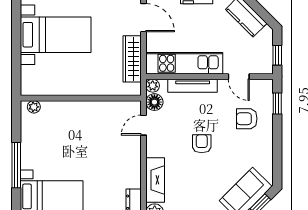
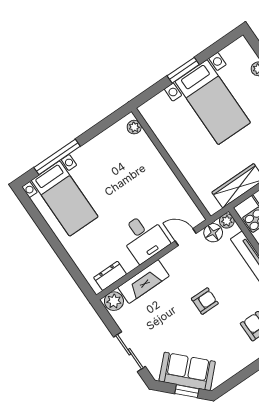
window: (16, 40) -> (183, 70), added
desk: (122, 157) -> (144, 238), added
window: (16, 165) -> (57, 157), moved

